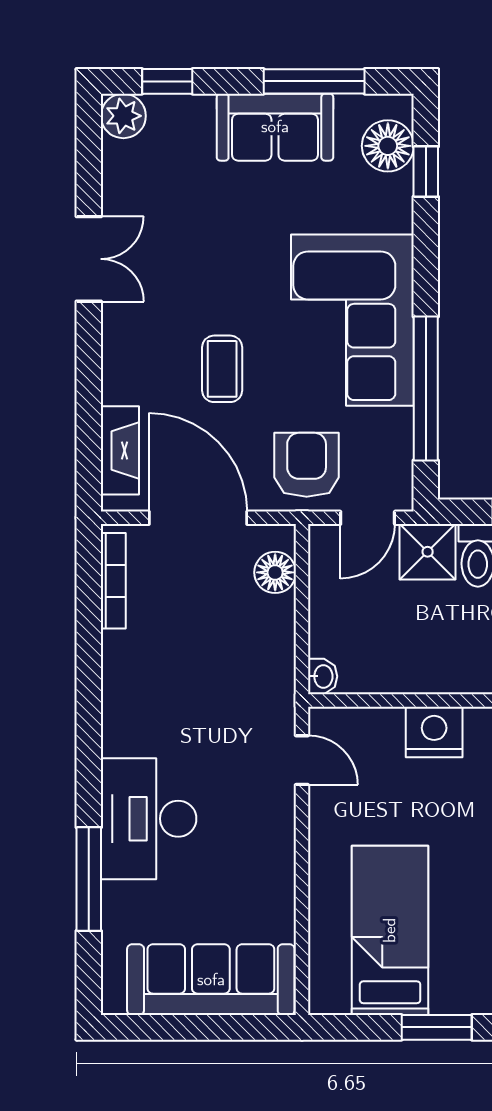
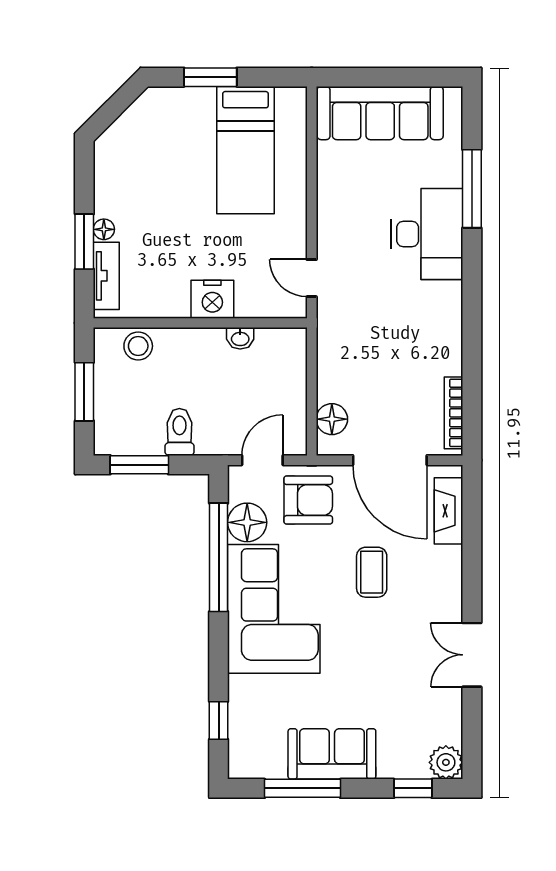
floor lamp: (388, 146) -> (247, 522), moved
armchair: (307, 465) -> (308, 500), turned -90
shower: (428, 552) -> (217, 435), removed
washbasin: (323, 676) -> (240, 338), moved, turned -90

